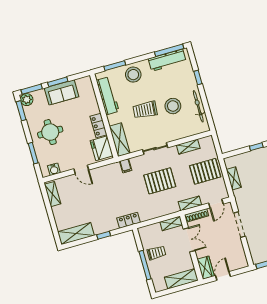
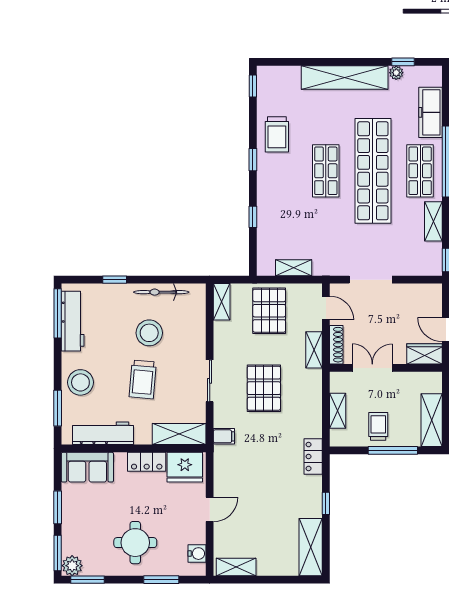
sofa: (62, 92) -> (87, 467), moved, turned 90
shelving: (188, 147) -> (222, 302), moved
shelving: (171, 223) -> (338, 411), moved
shelving: (181, 279) -> (432, 420), moved

